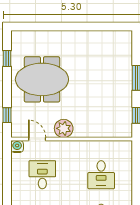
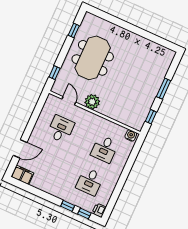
meeting table: (42, 79) -> (93, 58), turned 90
water cooler: (17, 146) -> (131, 135), moved

